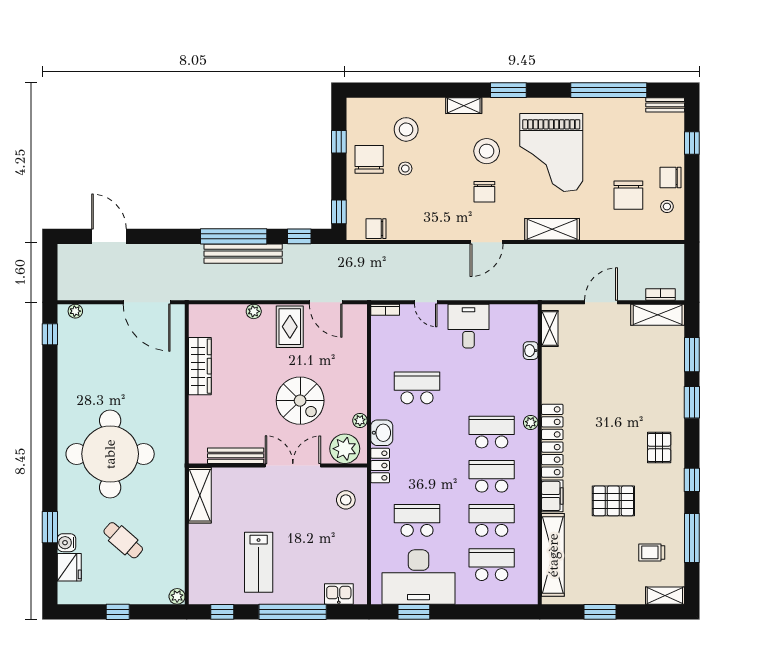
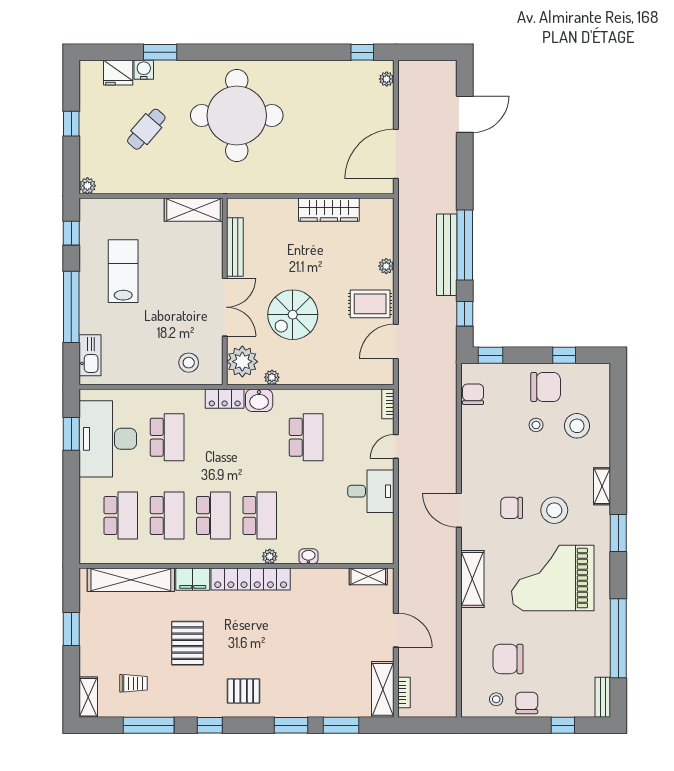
washbasin: (531, 351) -> (308, 556), moved
trolley: (652, 552) -> (134, 683), turned 90
lab bench: (259, 562) -> (123, 271), turned 90
kitchen sink: (339, 594) -> (90, 355), width x1.38

